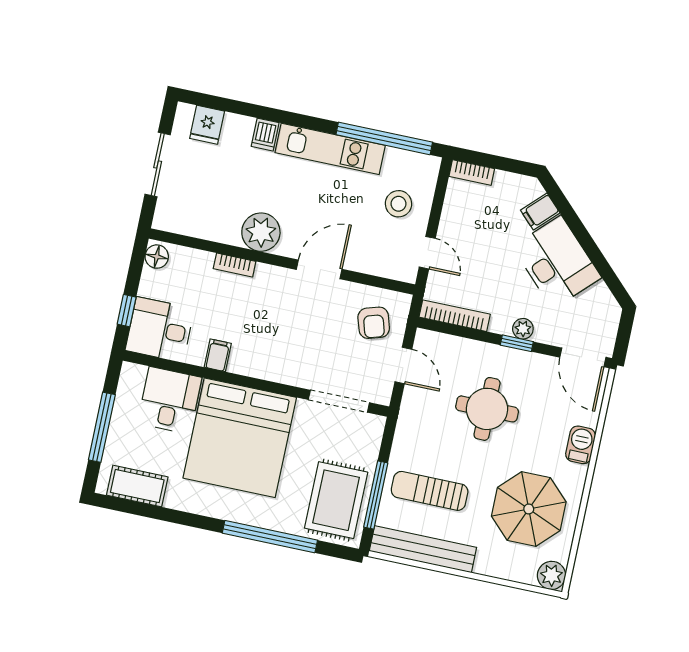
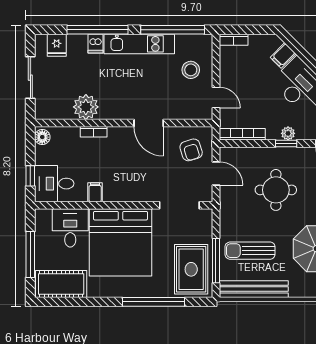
window: (273, 115) -> (98, 30), added
plant: (261, 232) -> (86, 107), moved
door: (319, 269) -> (149, 123), swing flipped
cot: (137, 486) -> (61, 284), width x1.37, depth x1.34

